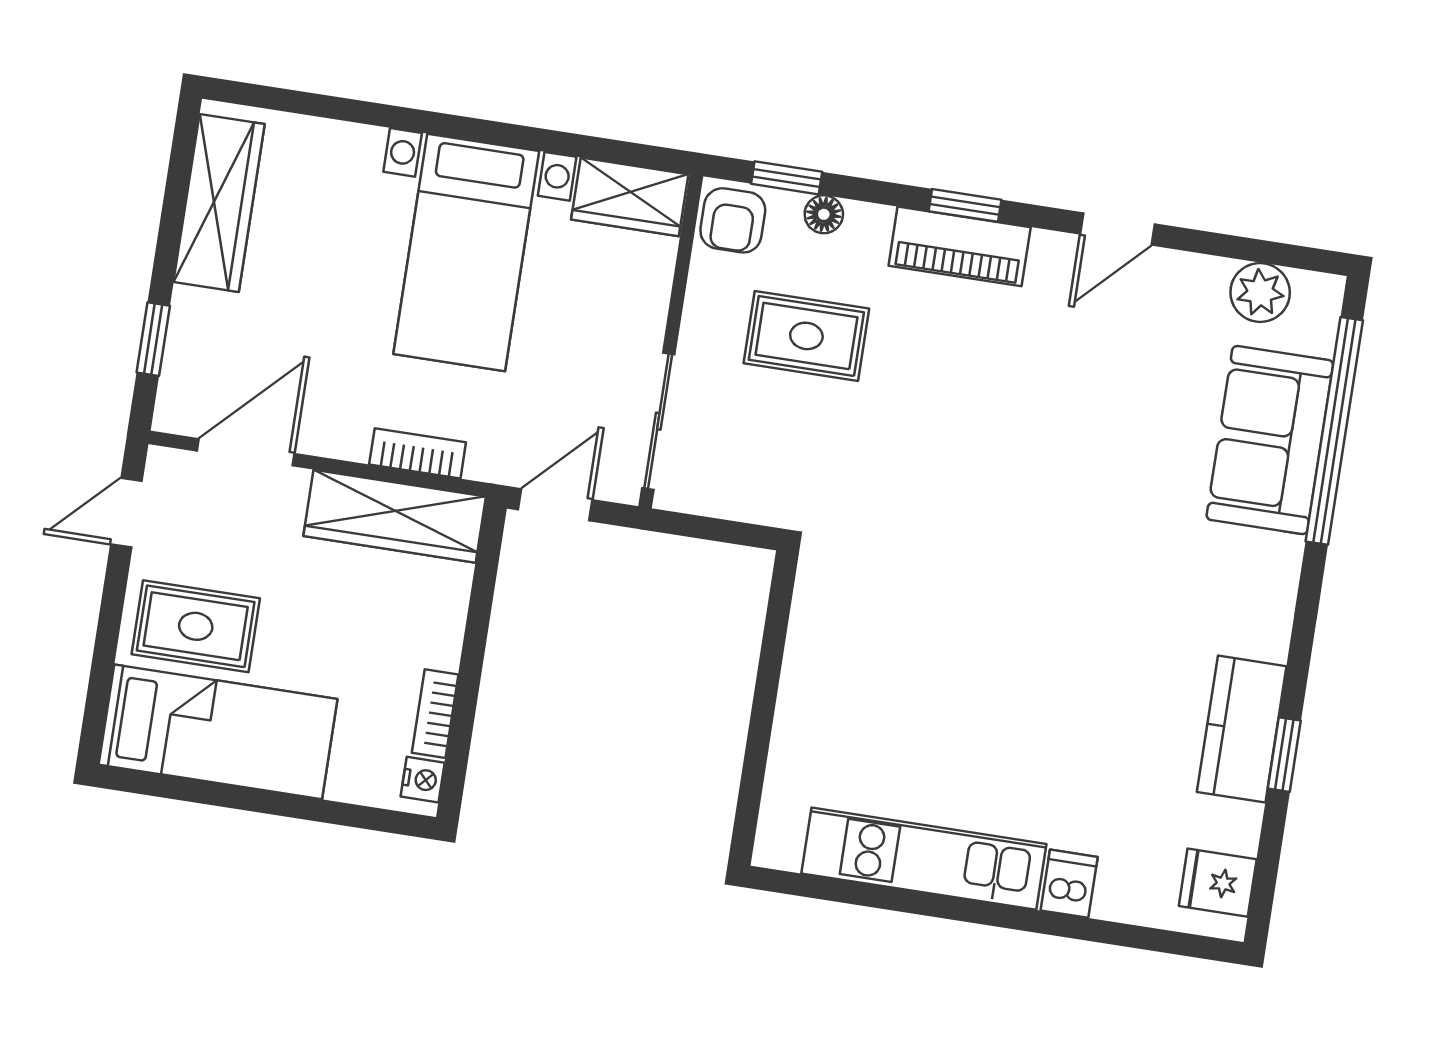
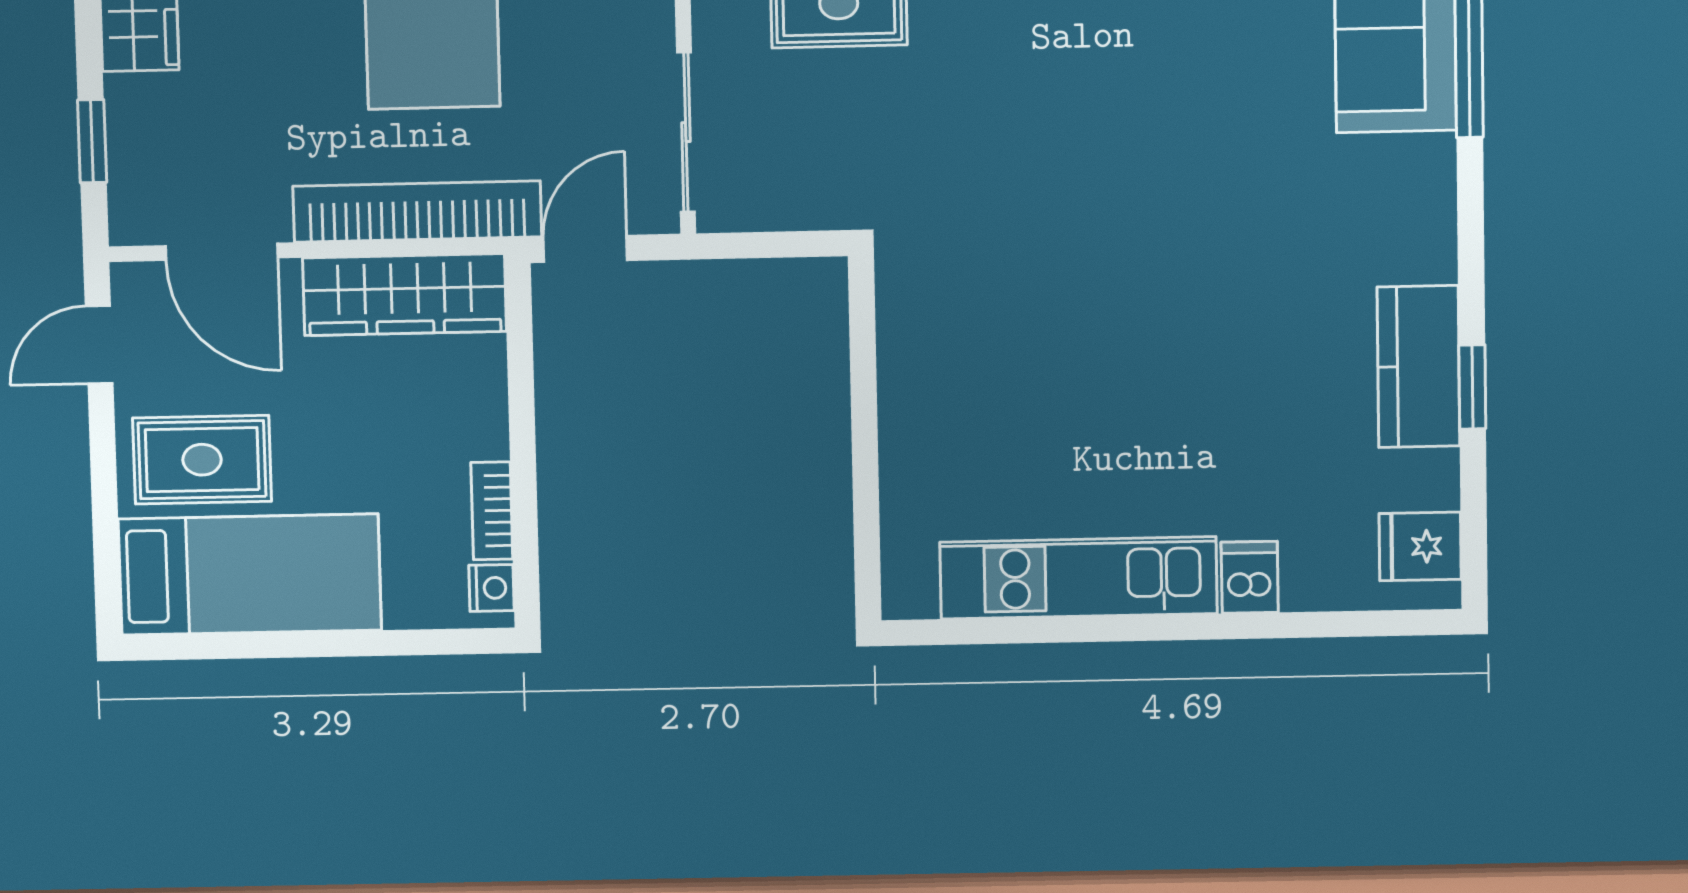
door: (246, 452) -> (222, 252), swing flipped
bookcase: (418, 453) -> (417, 211), width x2.31, depth x1.31

